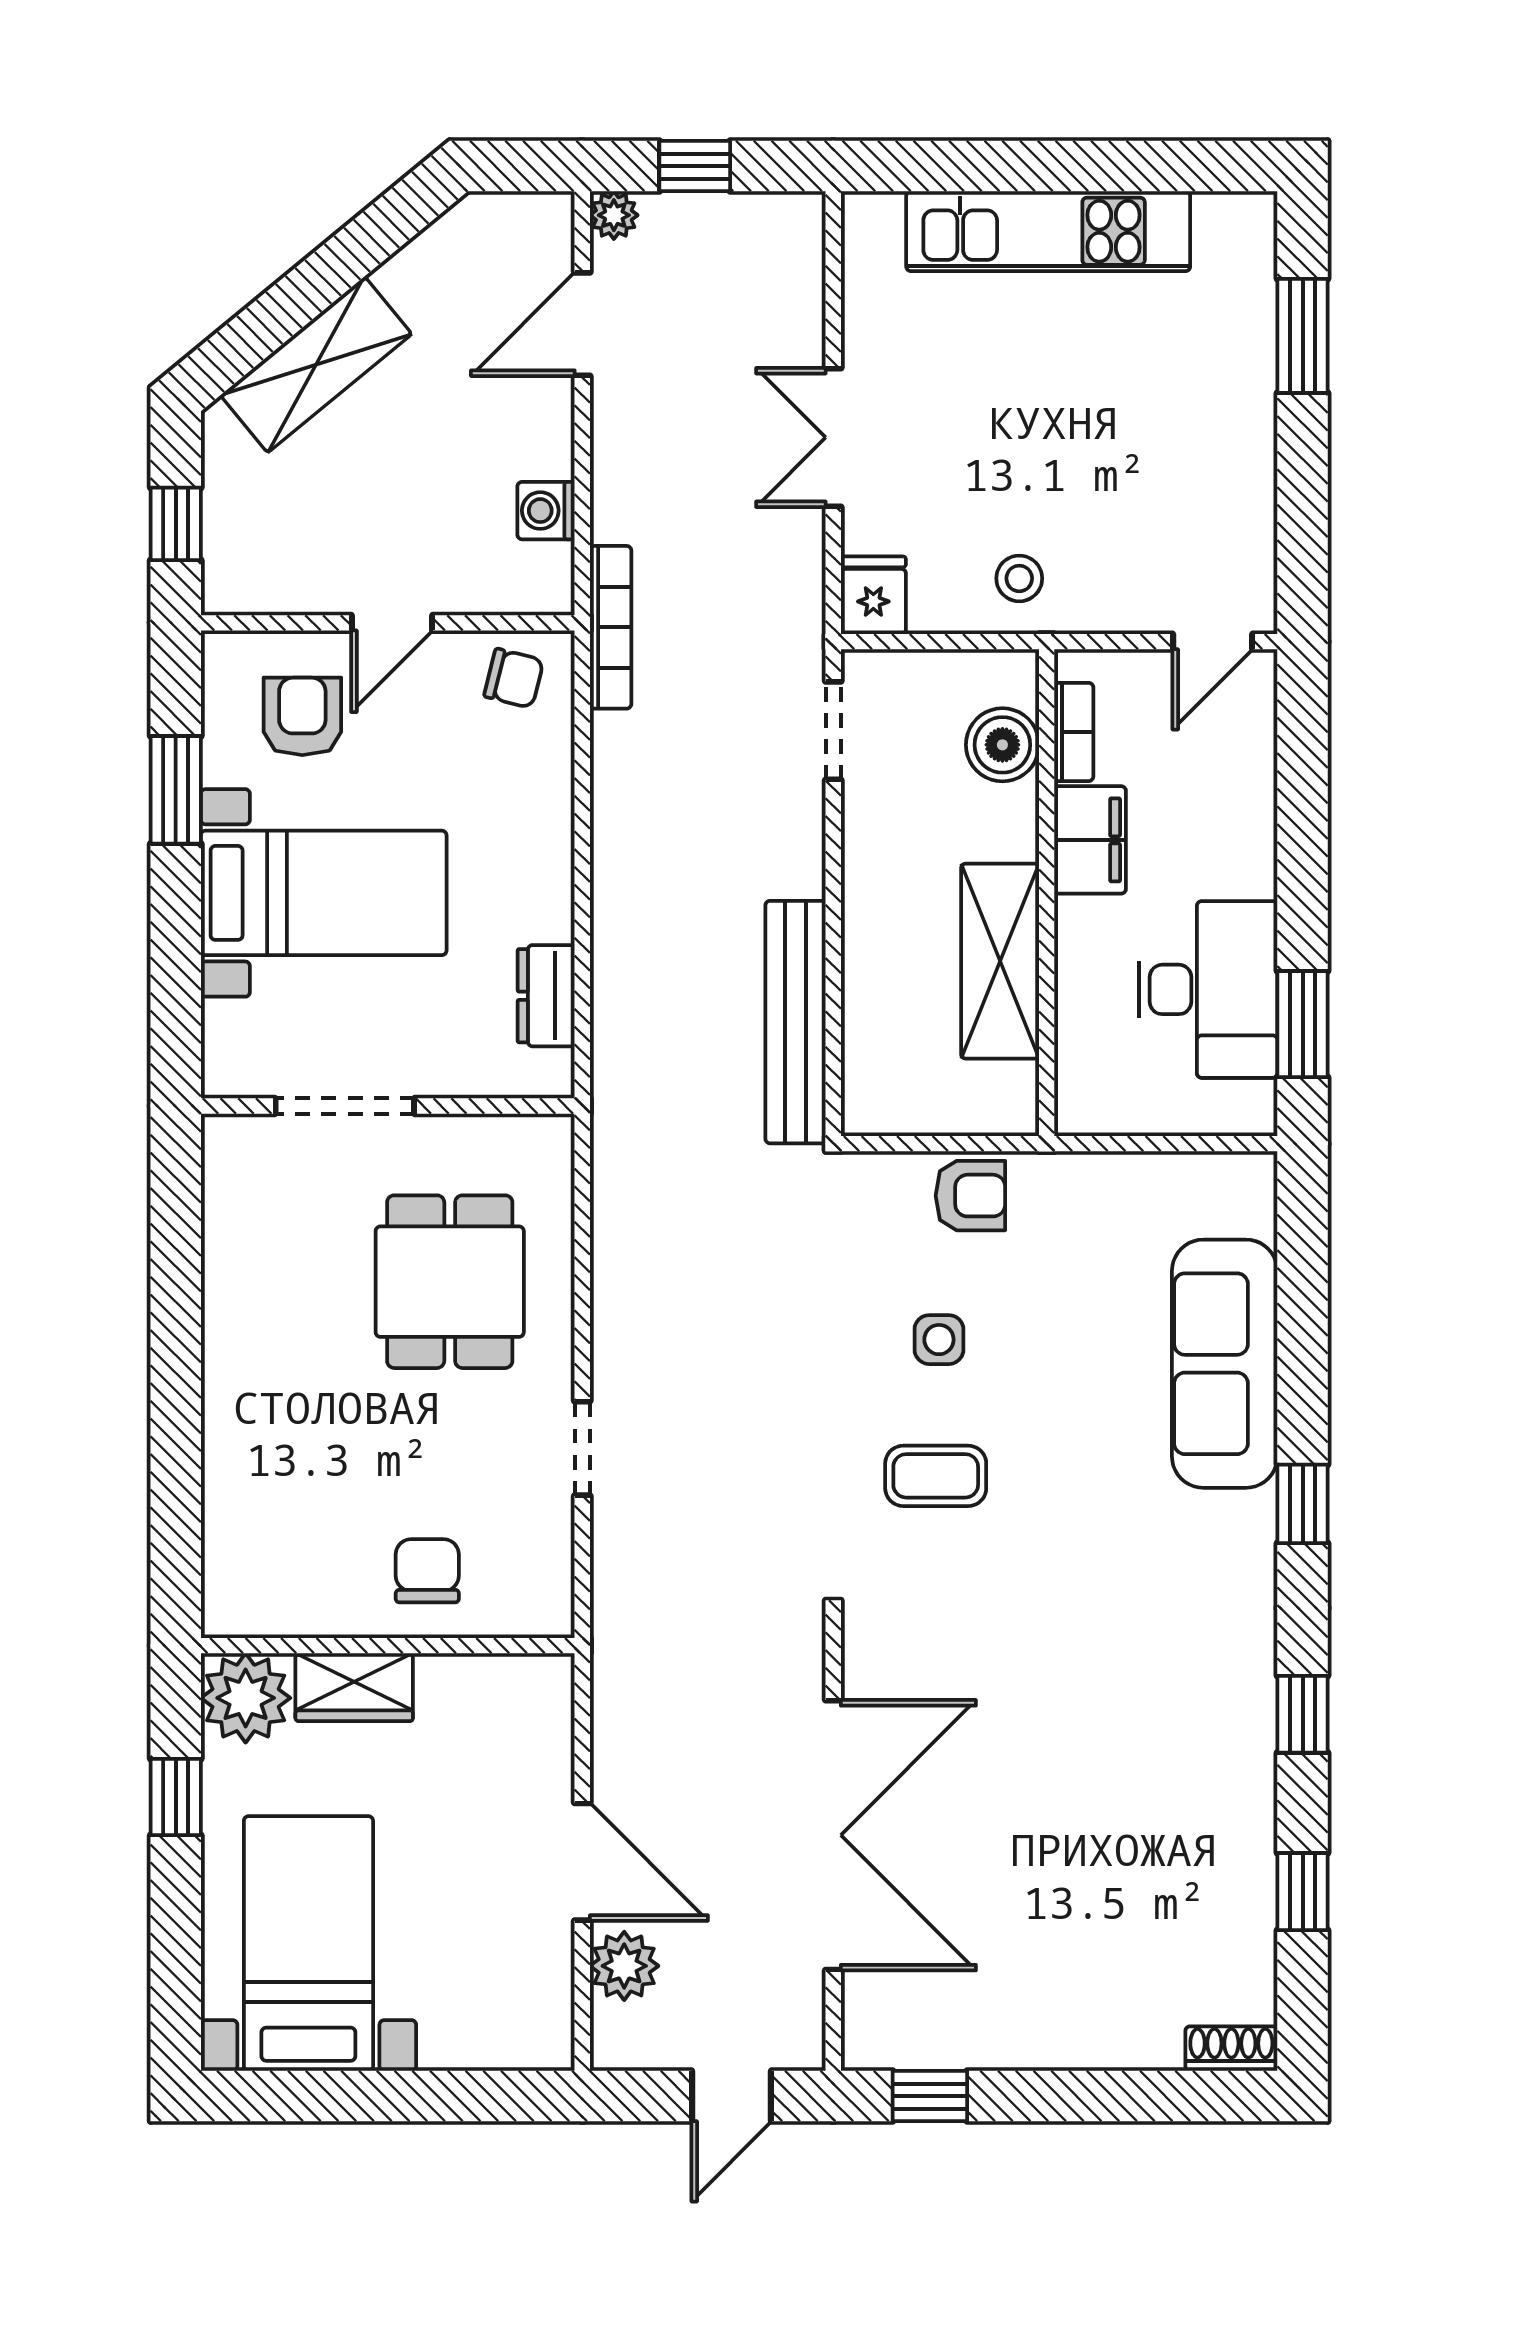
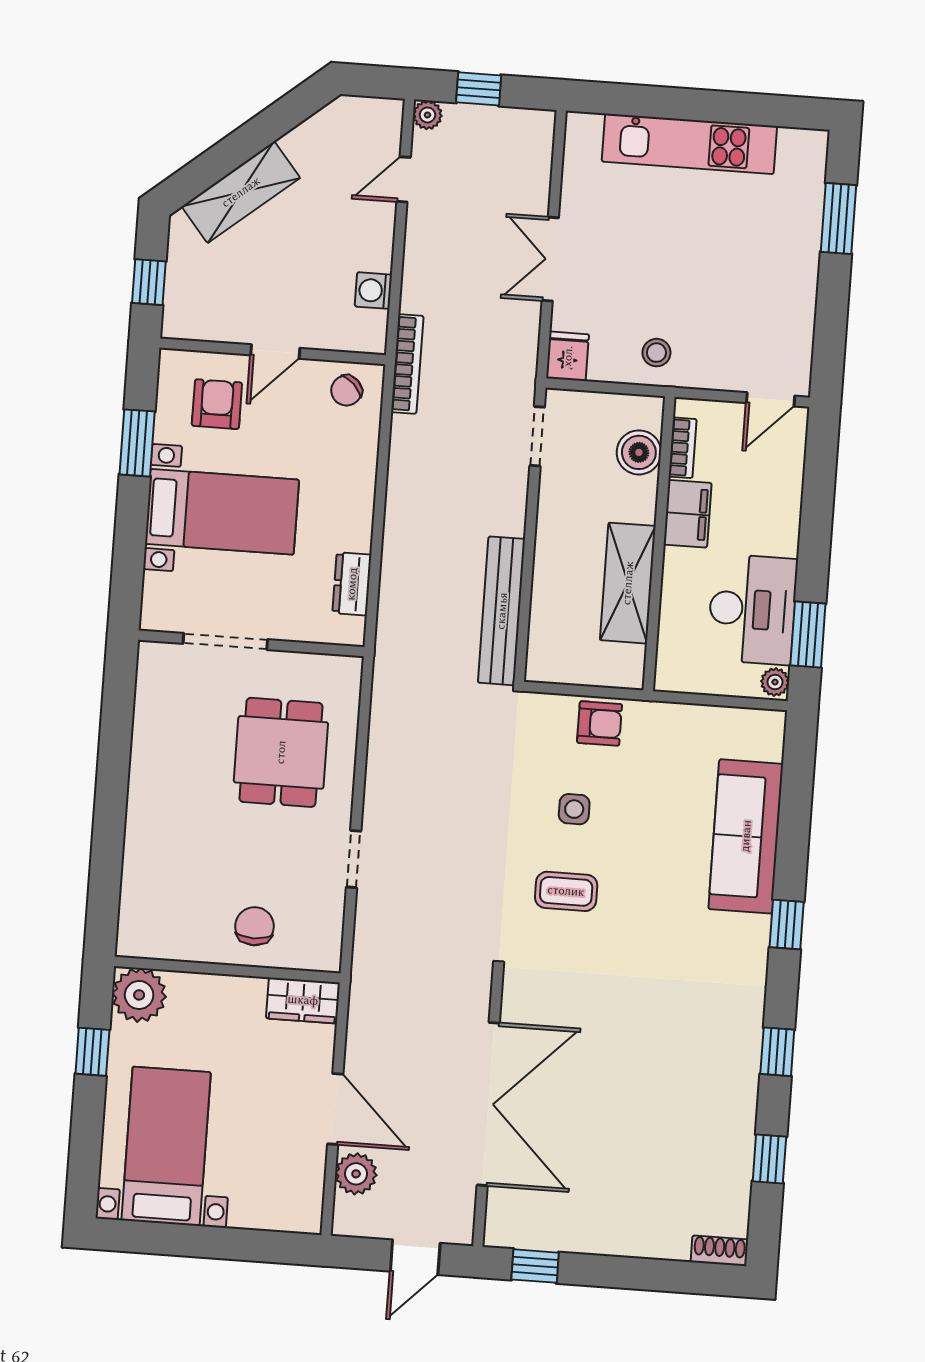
door: (582, 324) -> (404, 179), width x0.73
chair: (514, 678) -> (346, 390), turned 121
plant: (1254, 1106) -> (775, 682), added
wardrobe: (354, 1687) -> (303, 1000), moved

